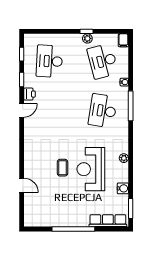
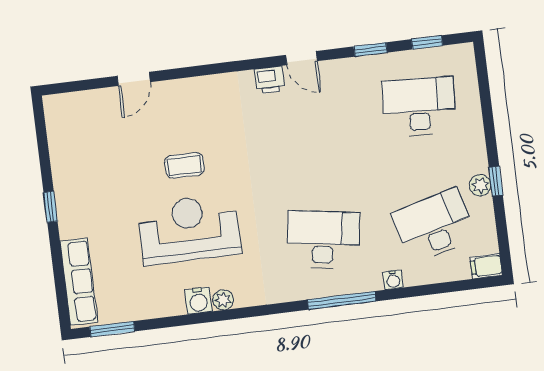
printer: (29, 94) -> (269, 80), moved
water cooler: (123, 188) -> (198, 301), moved
window: (73, 229) -> (50, 207), width x0.32

